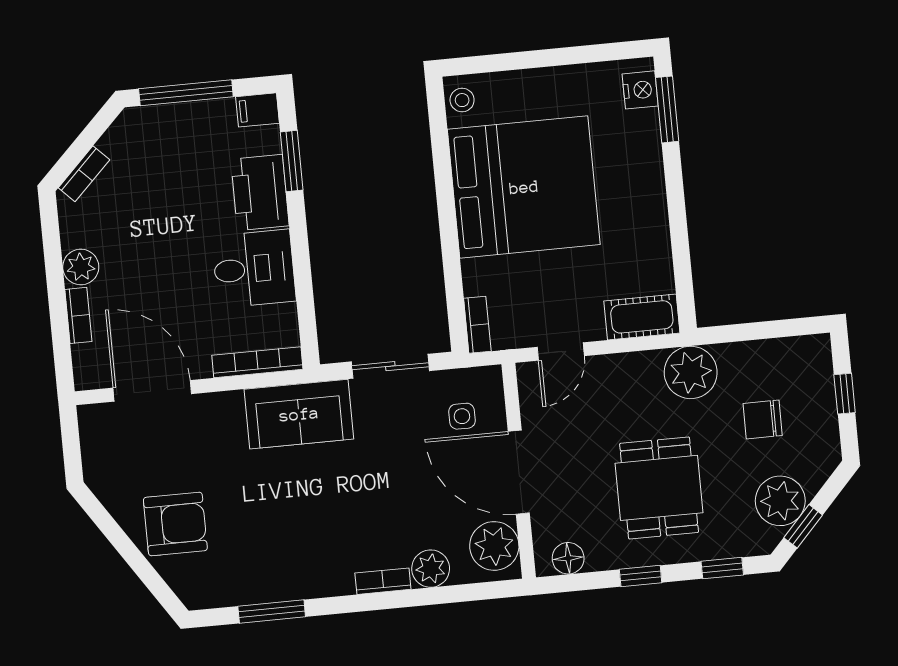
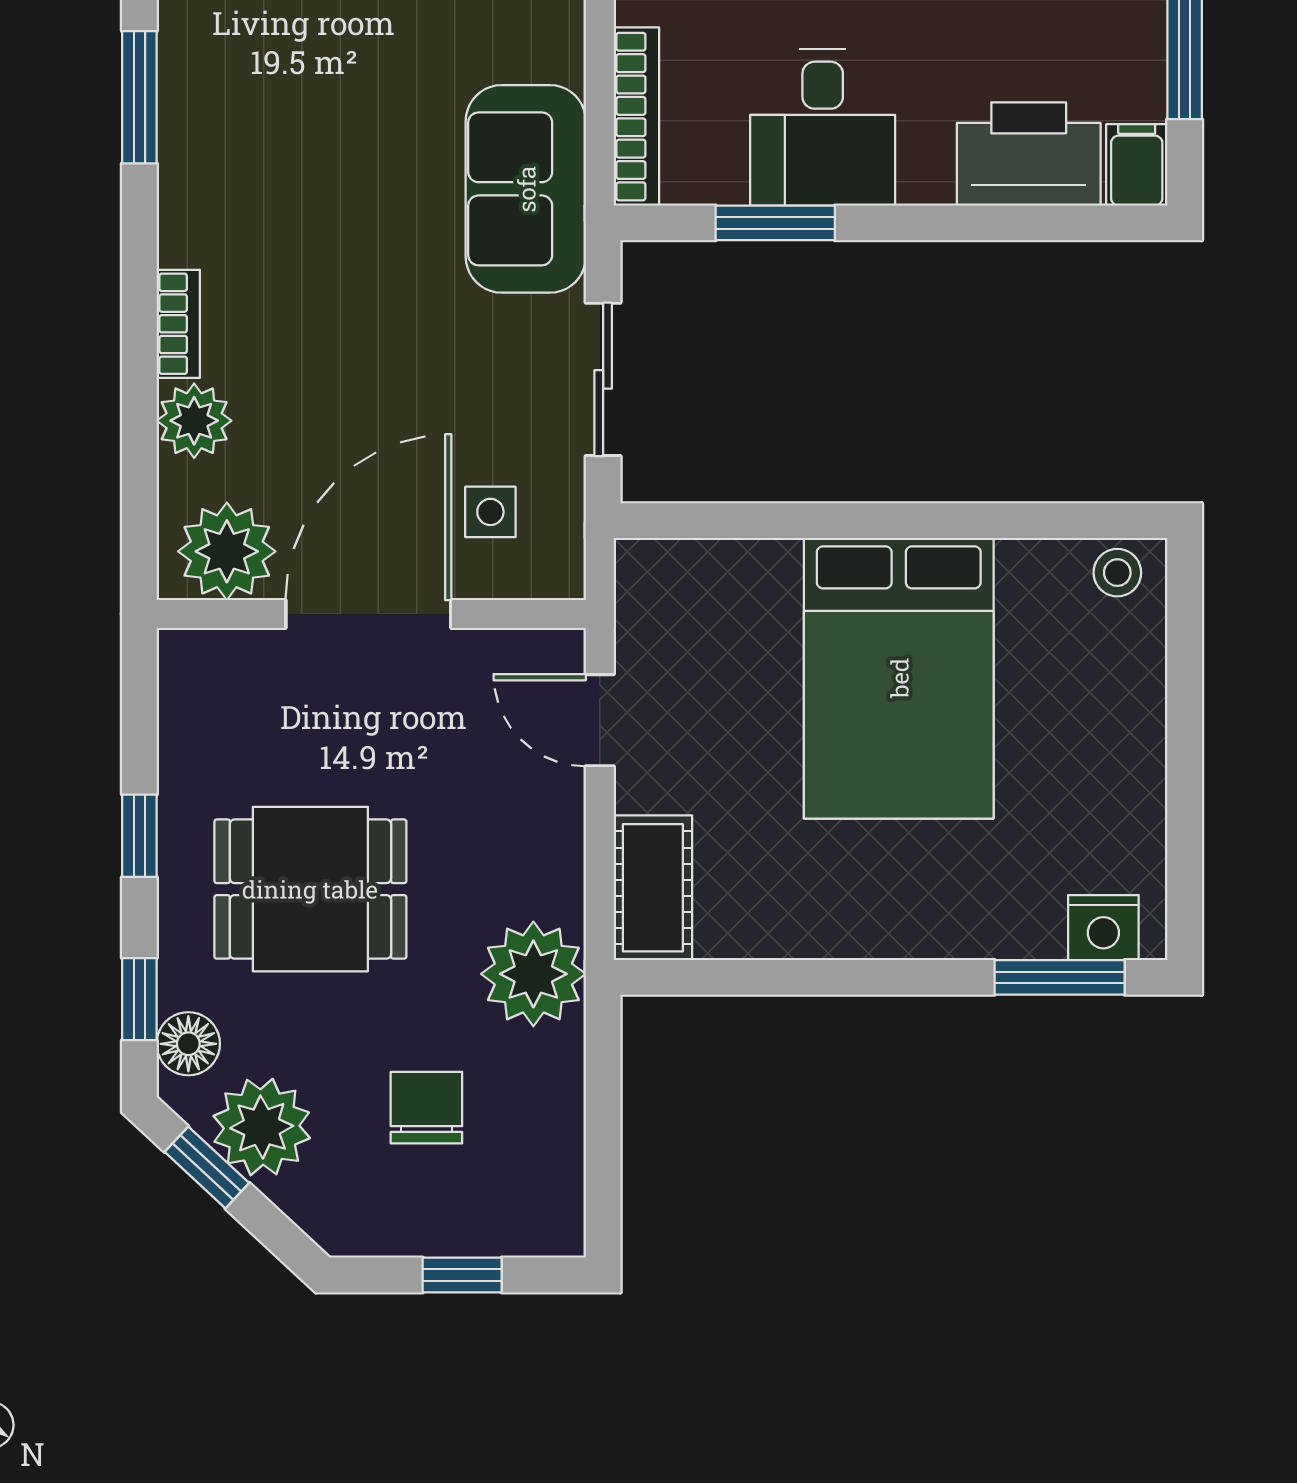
window: (292, 161) -> (775, 223), moved
bed: (524, 187) -> (899, 678), width x0.73
printer: (260, 192) -> (1029, 154), moved
bookcase: (477, 325) -> (669, 560), removed
floor lamp: (568, 558) -> (188, 1044), moved

